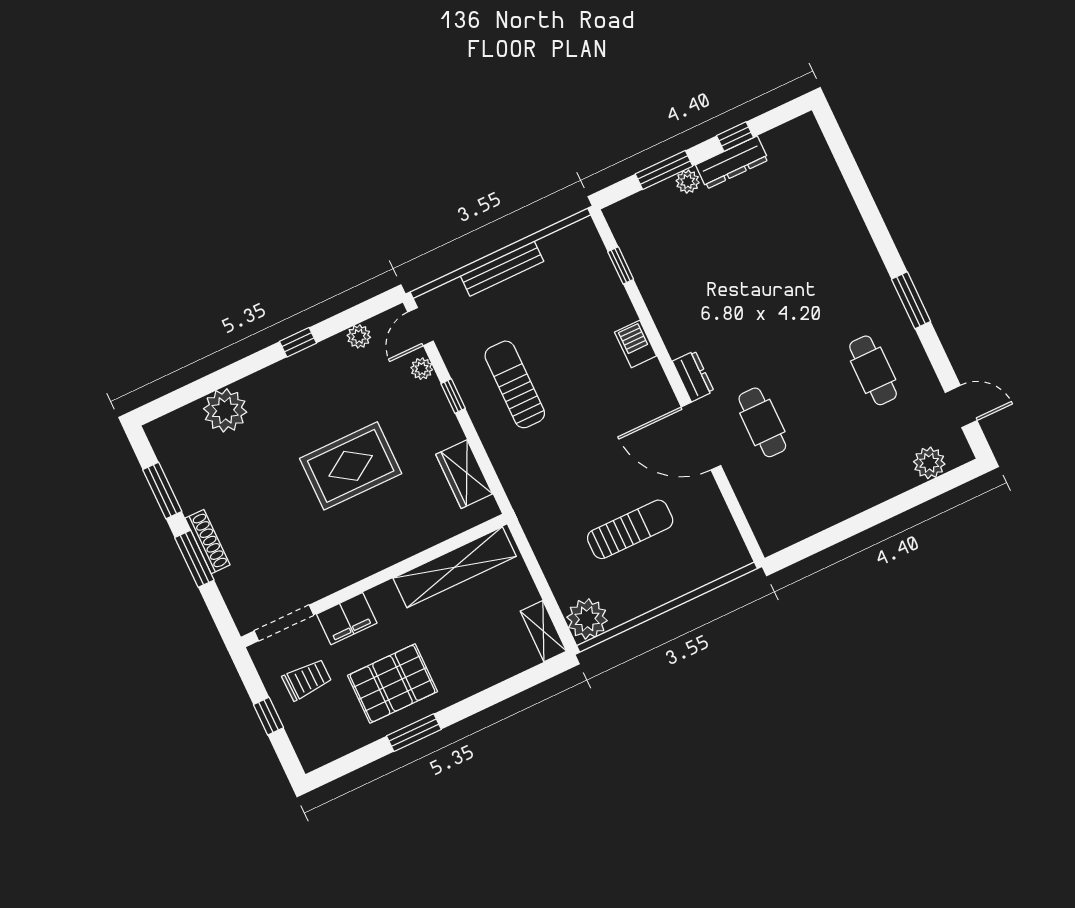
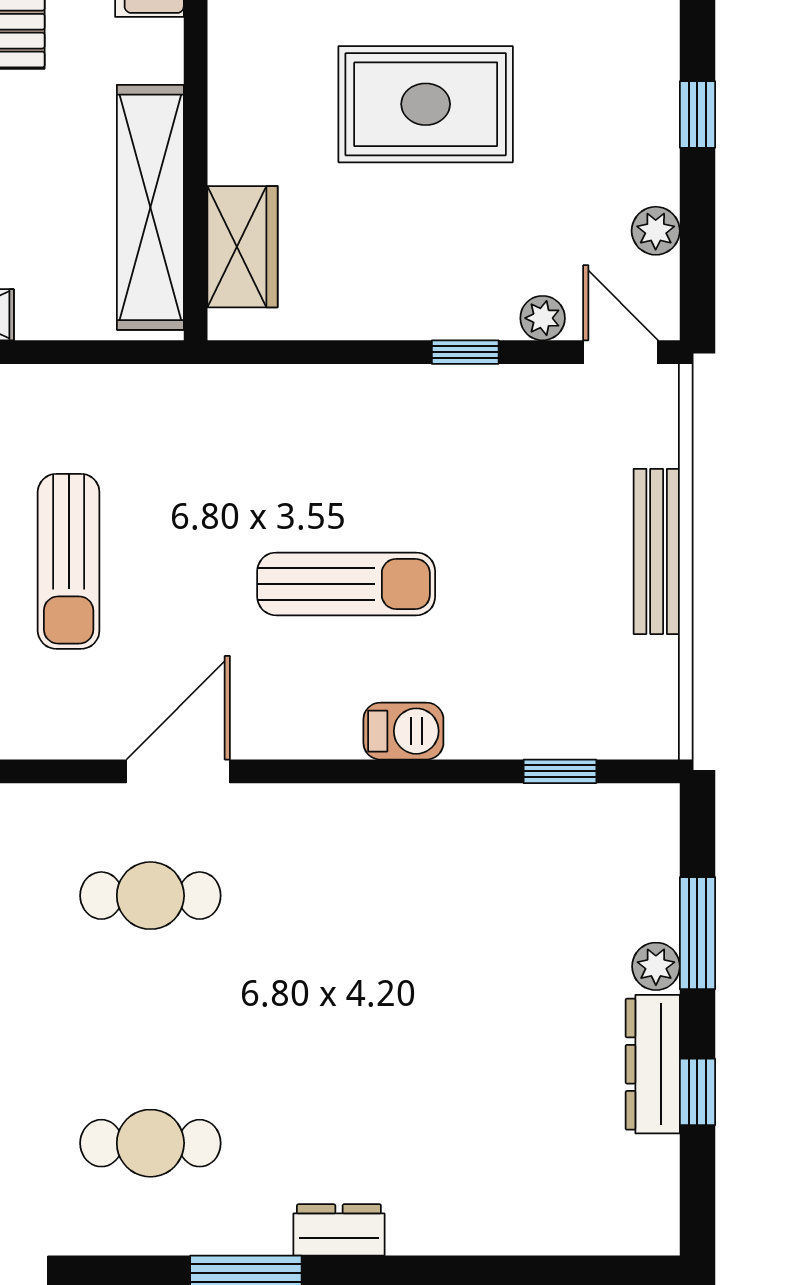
dresser: (693, 376) -> (339, 1230), moved, turned 180
sun lounger: (515, 384) -> (346, 584), moved
door: (701, 436) -> (178, 771), width x0.73
rug: (351, 466) -> (426, 104), turned 90
wardrobe: (464, 474) -> (243, 247), moved, turned 90

